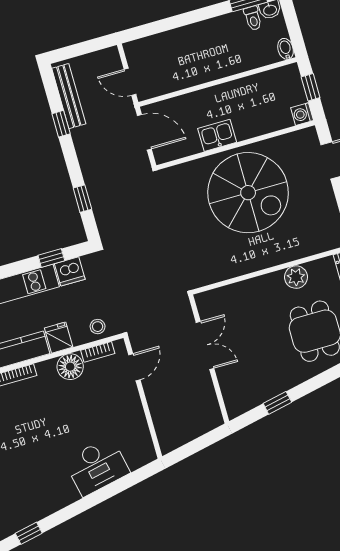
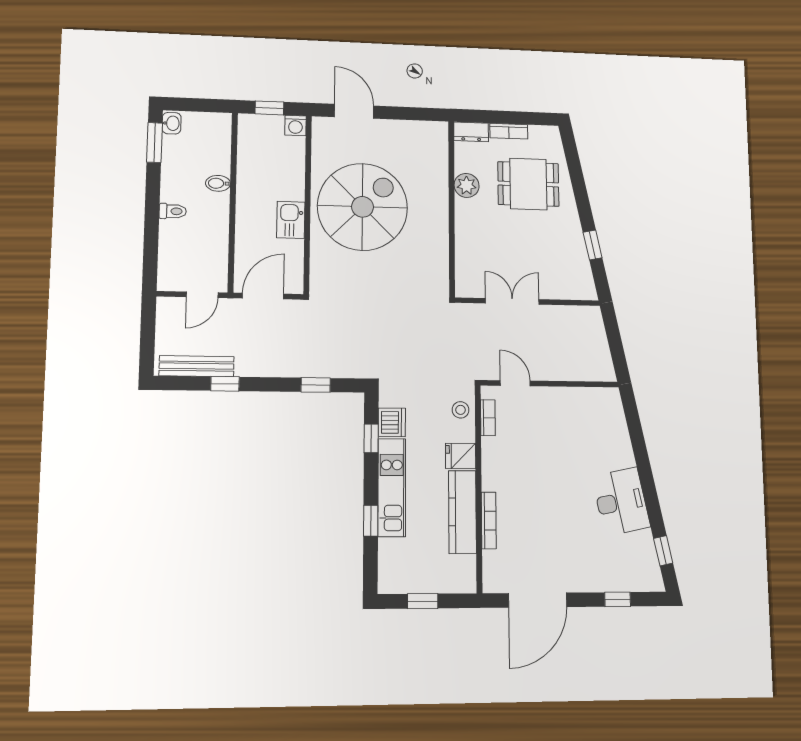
toilet: (253, 18) -> (173, 211), moved
bidet: (286, 49) -> (218, 183), moved
floor lamp: (70, 367) -> (496, 453), removed
desk: (97, 466) -> (621, 502), moved

